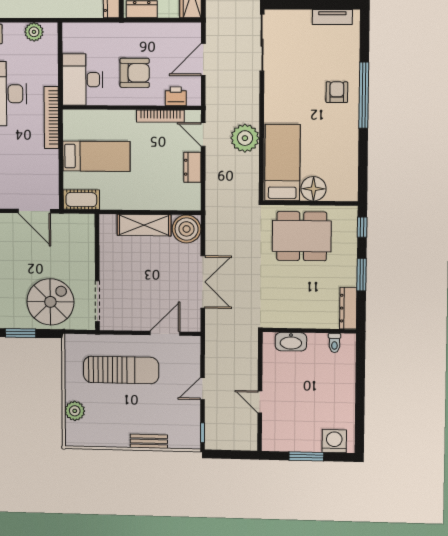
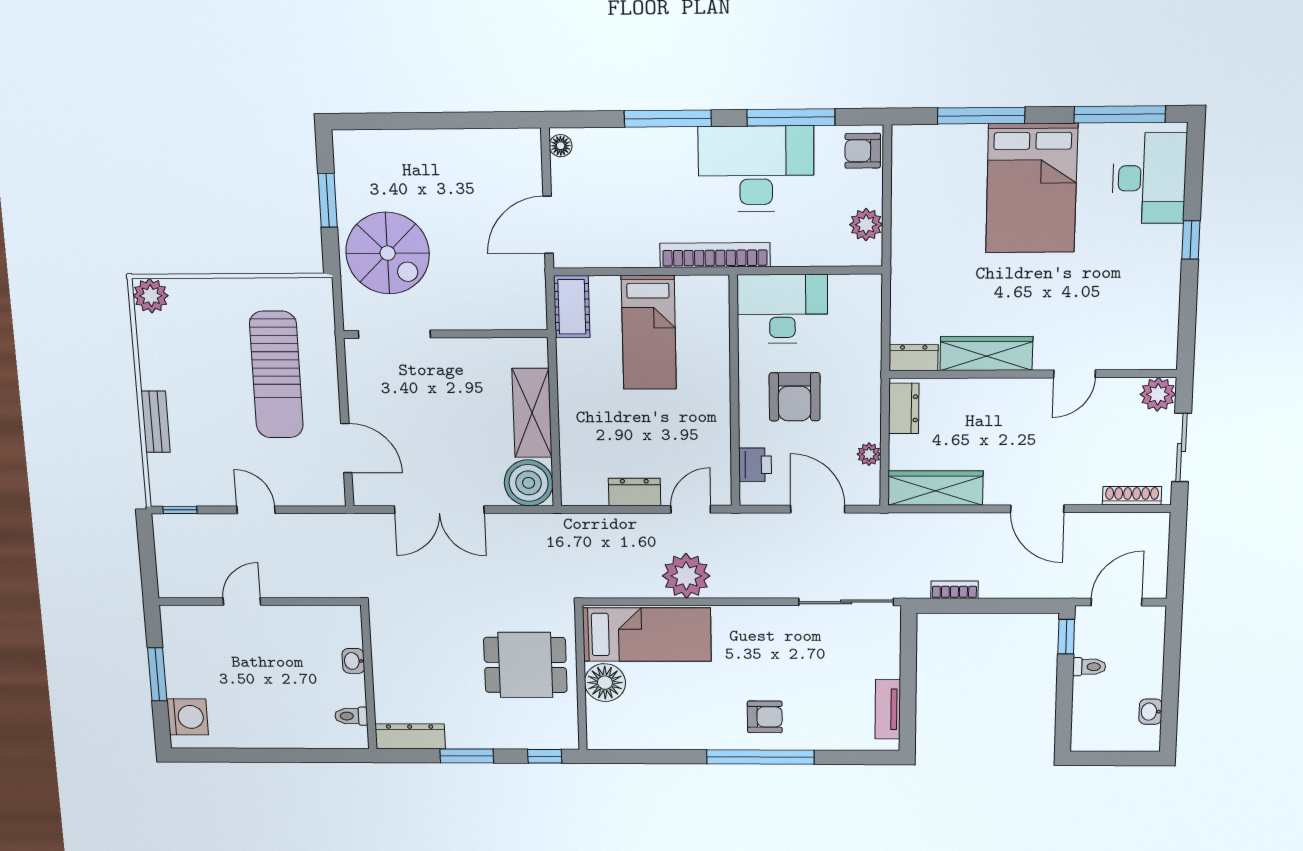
plant: (170, 29) -> (869, 454), added
bookcase: (160, 116) -> (721, 440), removed
dining table: (302, 236) -> (525, 665), width x0.73
washbasin: (291, 342) -> (353, 661), width x0.52, depth x0.69
plant: (75, 411) -> (151, 296), moved

